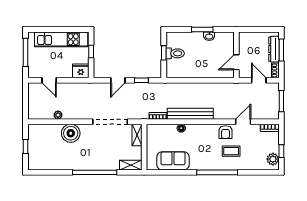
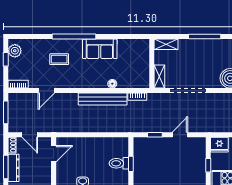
armchair: (225, 132) -> (65, 79), removed
sofa: (173, 161) -> (100, 49), moved
window: (95, 172) -> (205, 37), width x0.68

